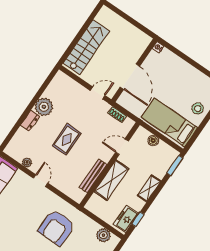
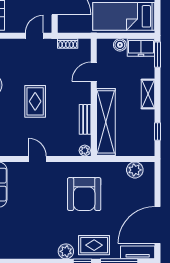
plant: (27, 163) -> (85, 151), moved
bench: (93, 176) -> (85, 119), width x0.73
shelving: (111, 180) -> (106, 122), width x1.47
freezer: (126, 219) -> (141, 47), moved, turned -90

